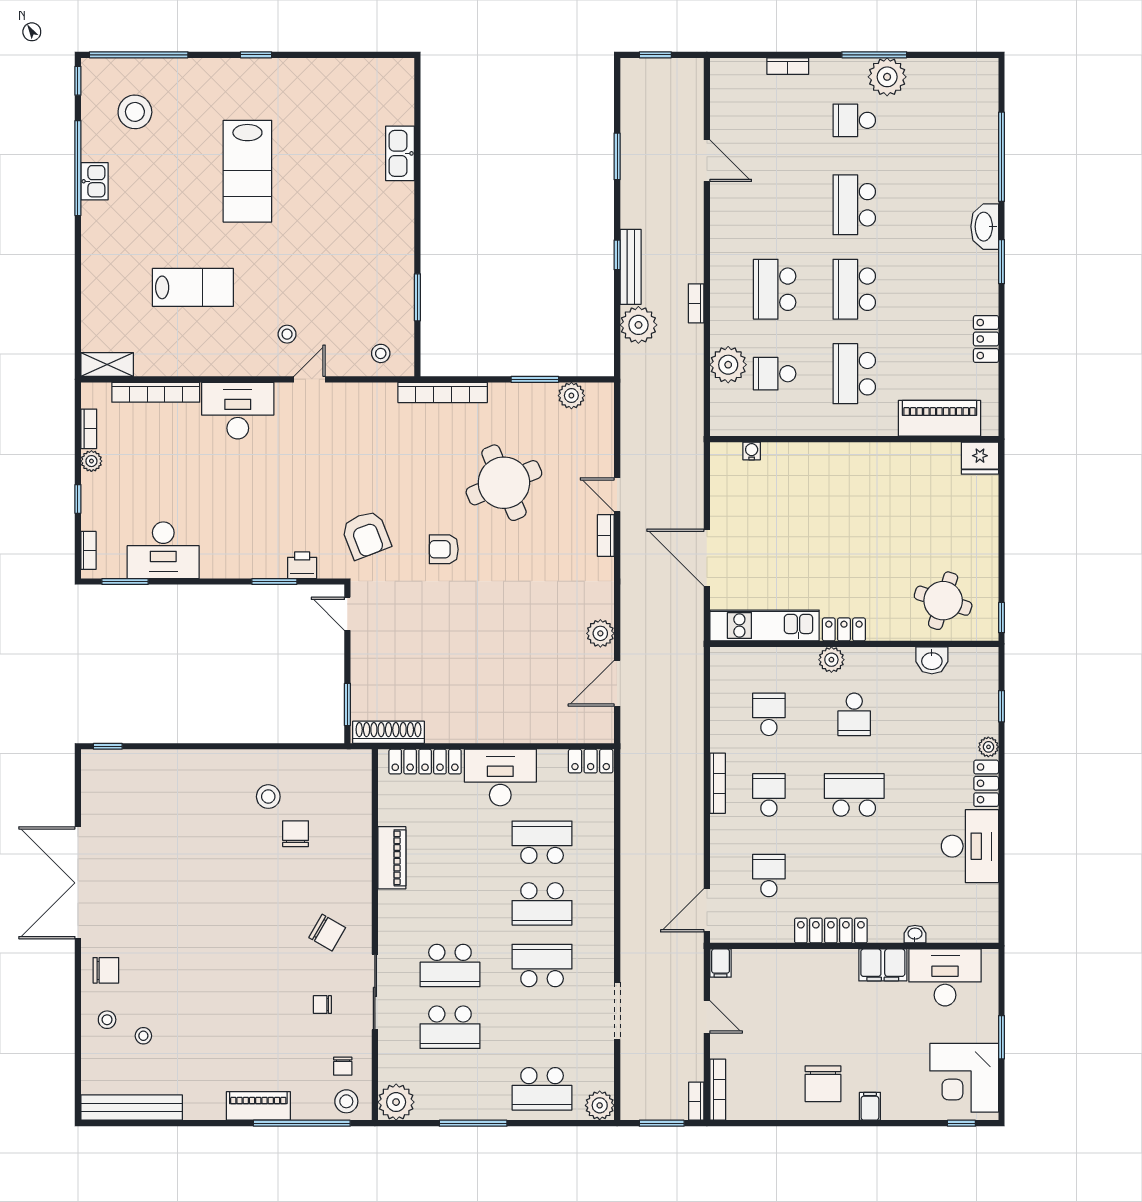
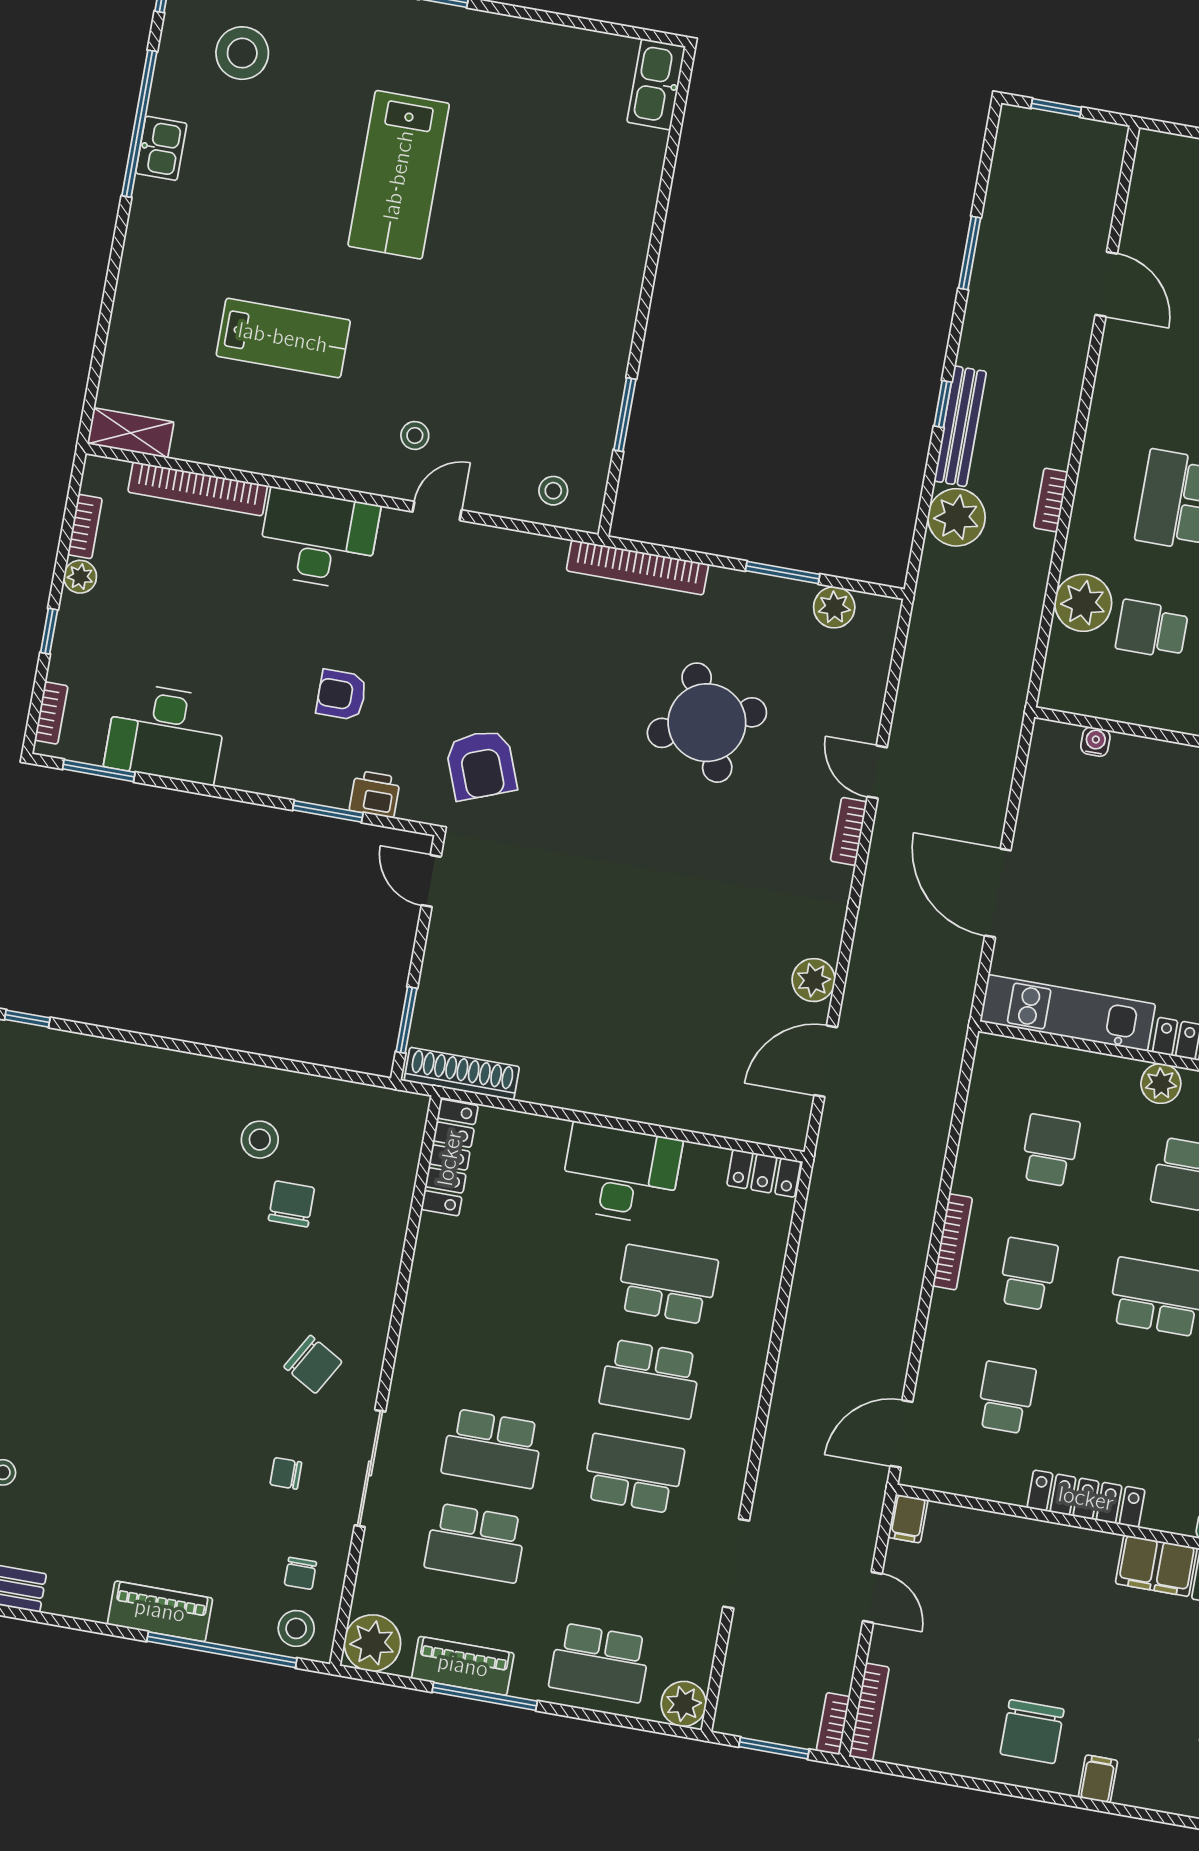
kitchen sink: (400, 153) -> (656, 84), moved
armchair: (444, 549) -> (341, 695), moved
locker: (425, 762) -> (450, 1158), moved, turned -90
piano: (392, 858) -> (463, 1666), moved, turned -90

